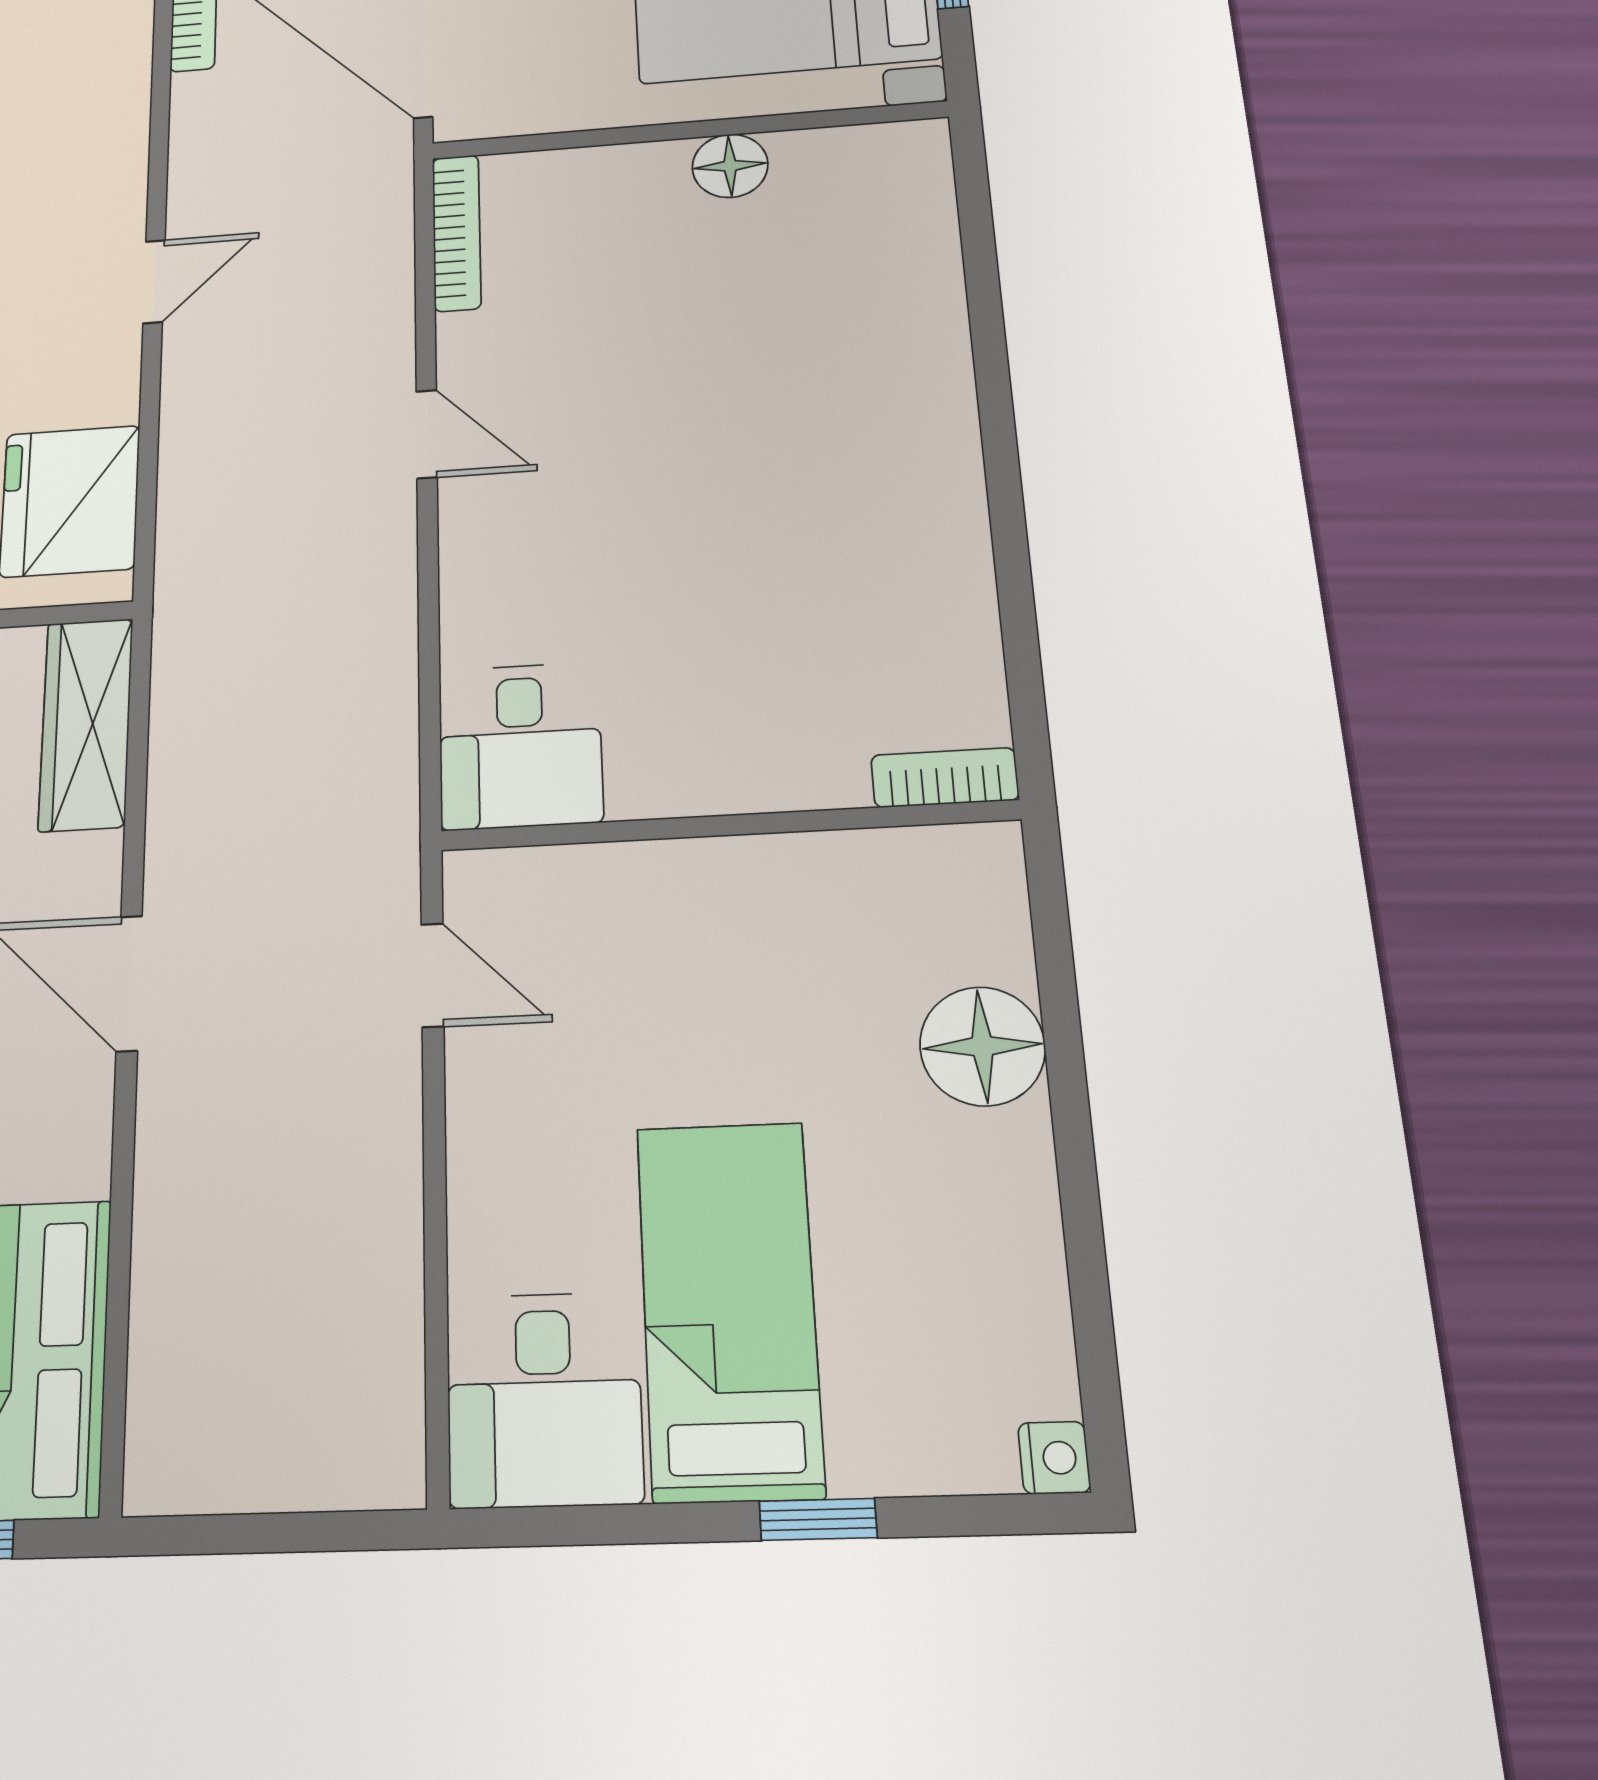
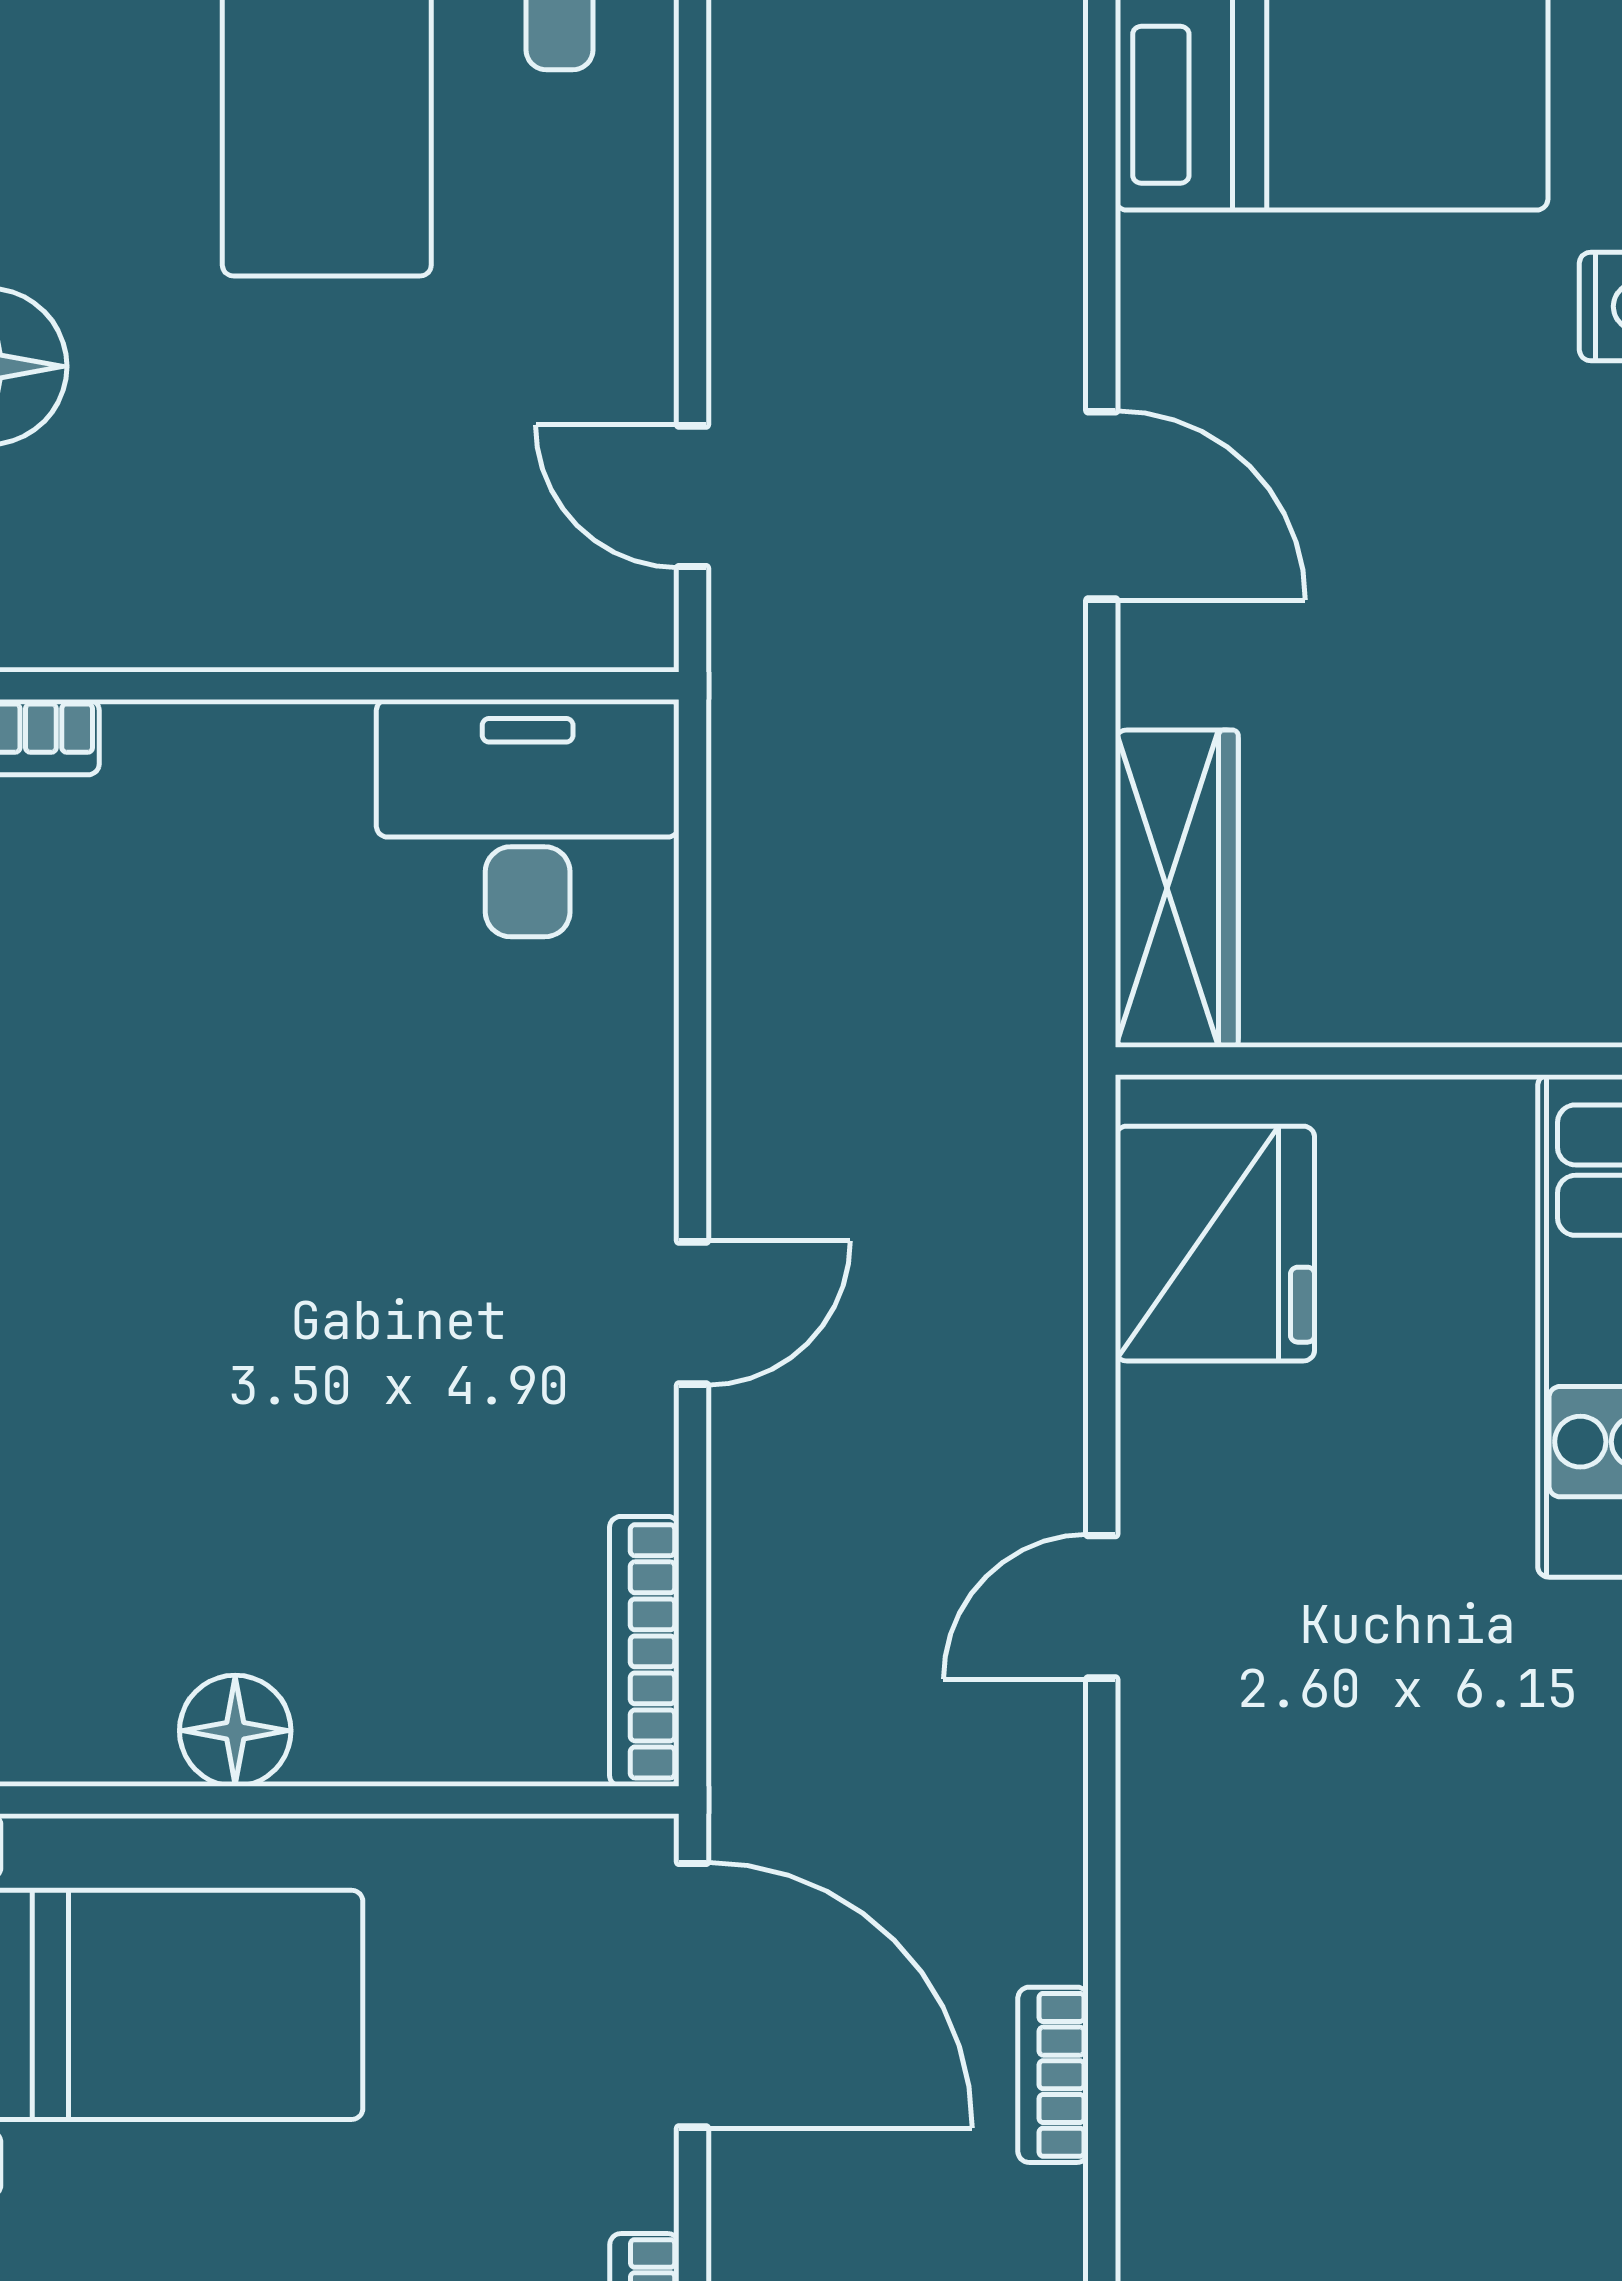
door: (427, 434) -> (692, 1313), swing flipped
desk: (520, 746) -> (528, 818), width x1.37

